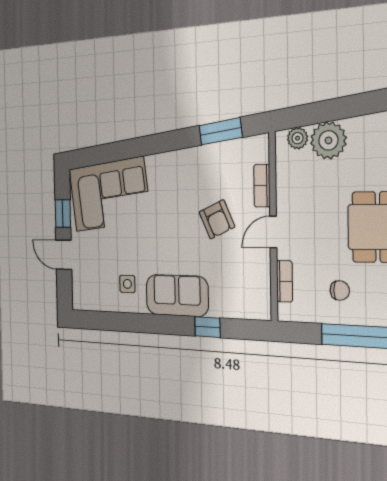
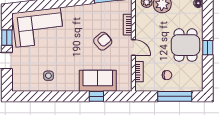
armchair: (217, 219) -> (103, 41), turned -106
door: (273, 232) -> (133, 47), swing flipped
sofa: (177, 295) -> (98, 81), moved

